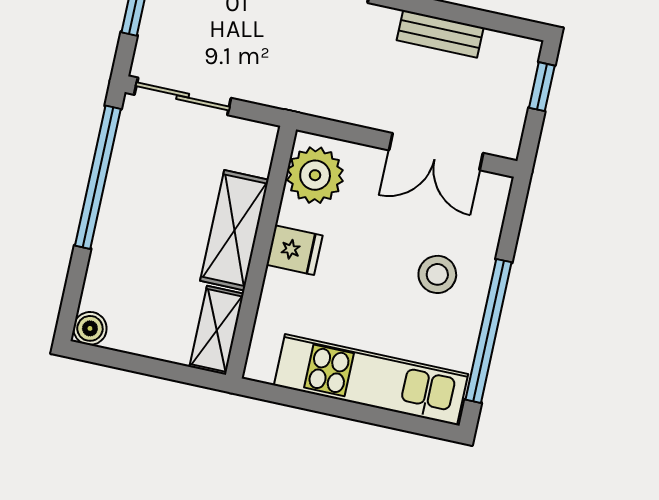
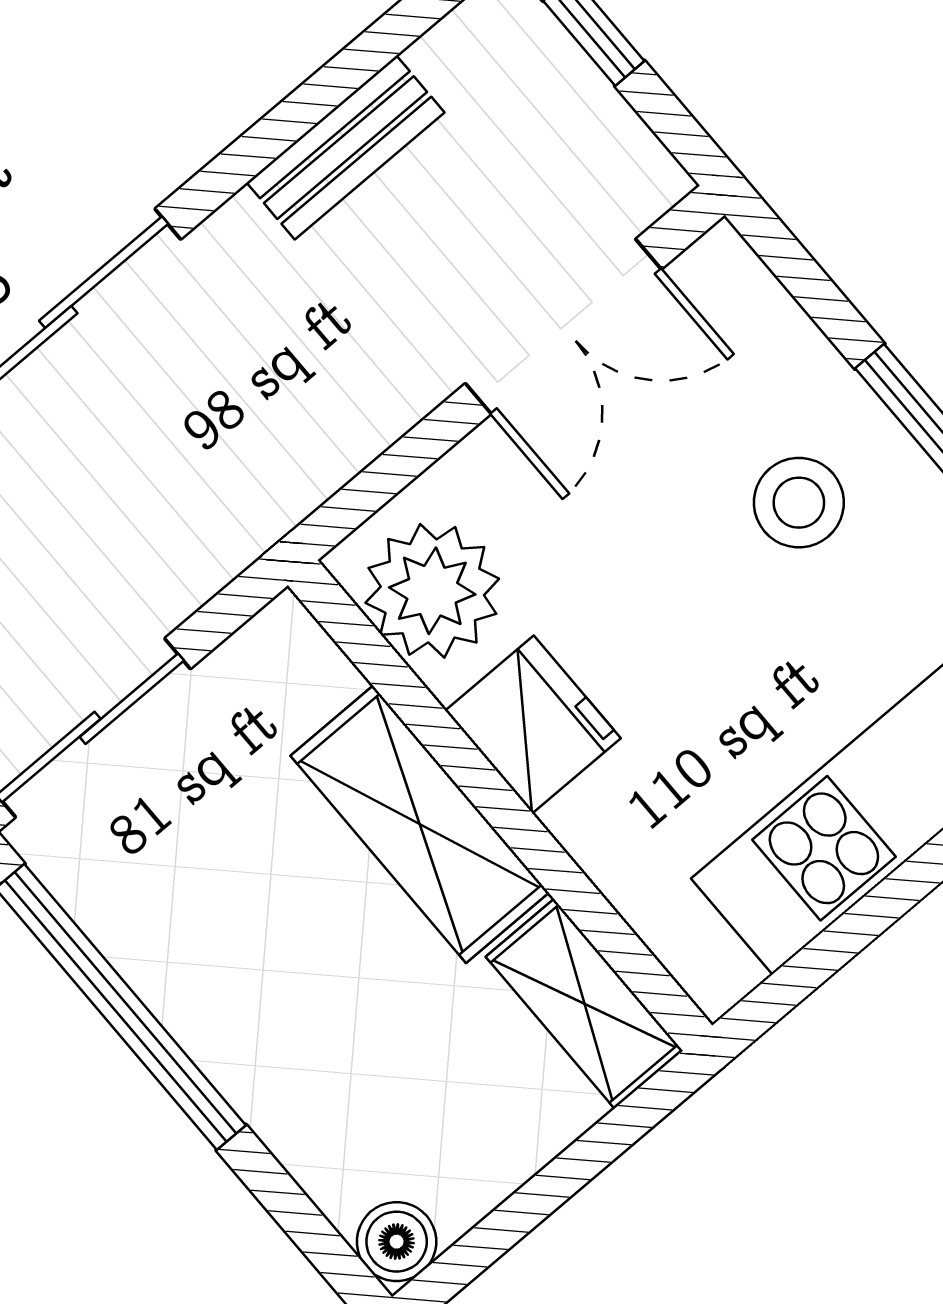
fridge: (294, 250) -> (533, 725), width x1.38

